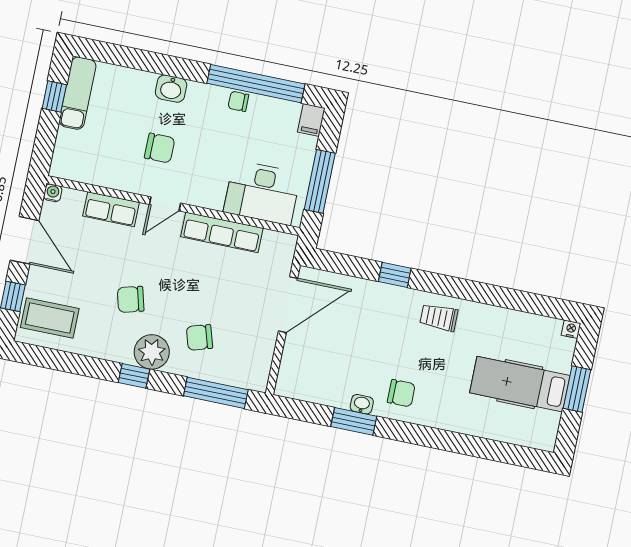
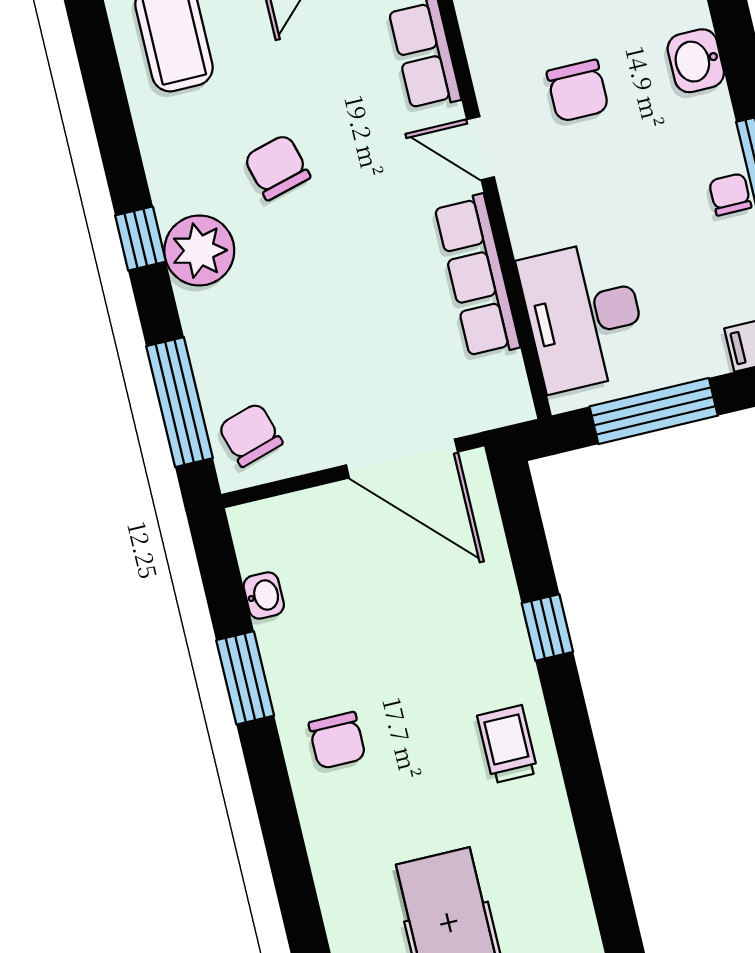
chair: (199, 337) -> (250, 435), moved
washbasin: (362, 404) -> (264, 596), moved

